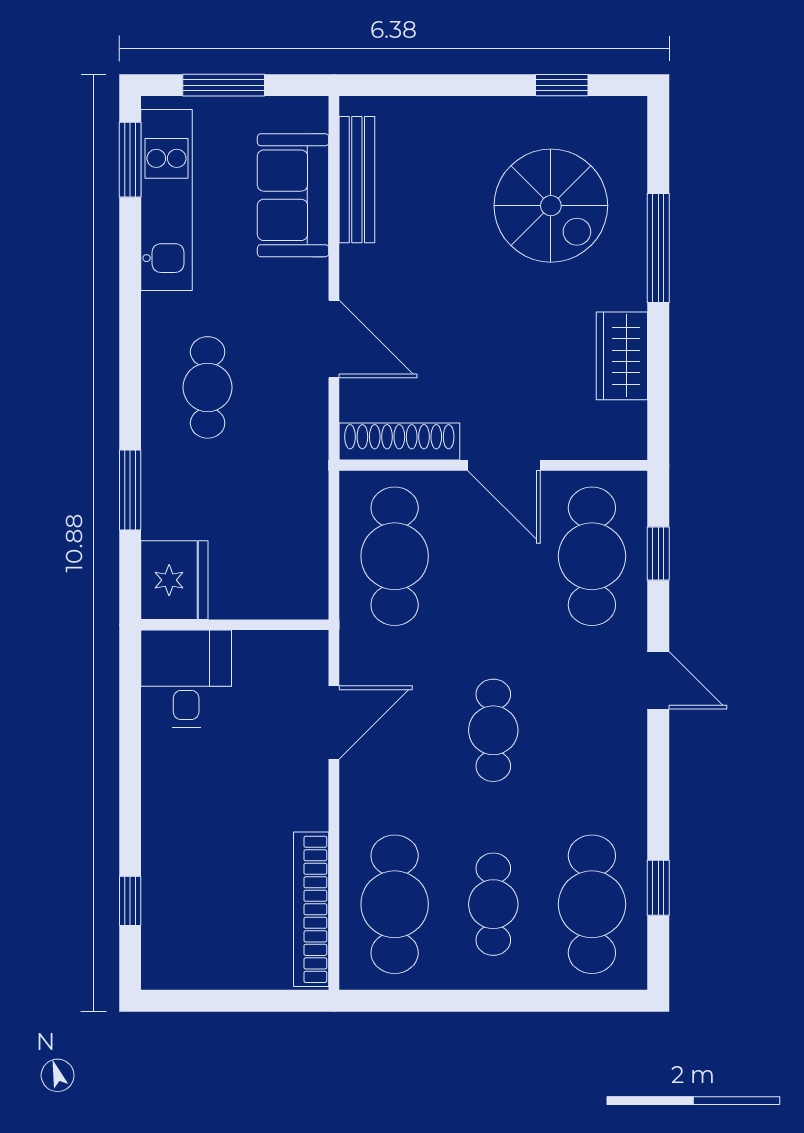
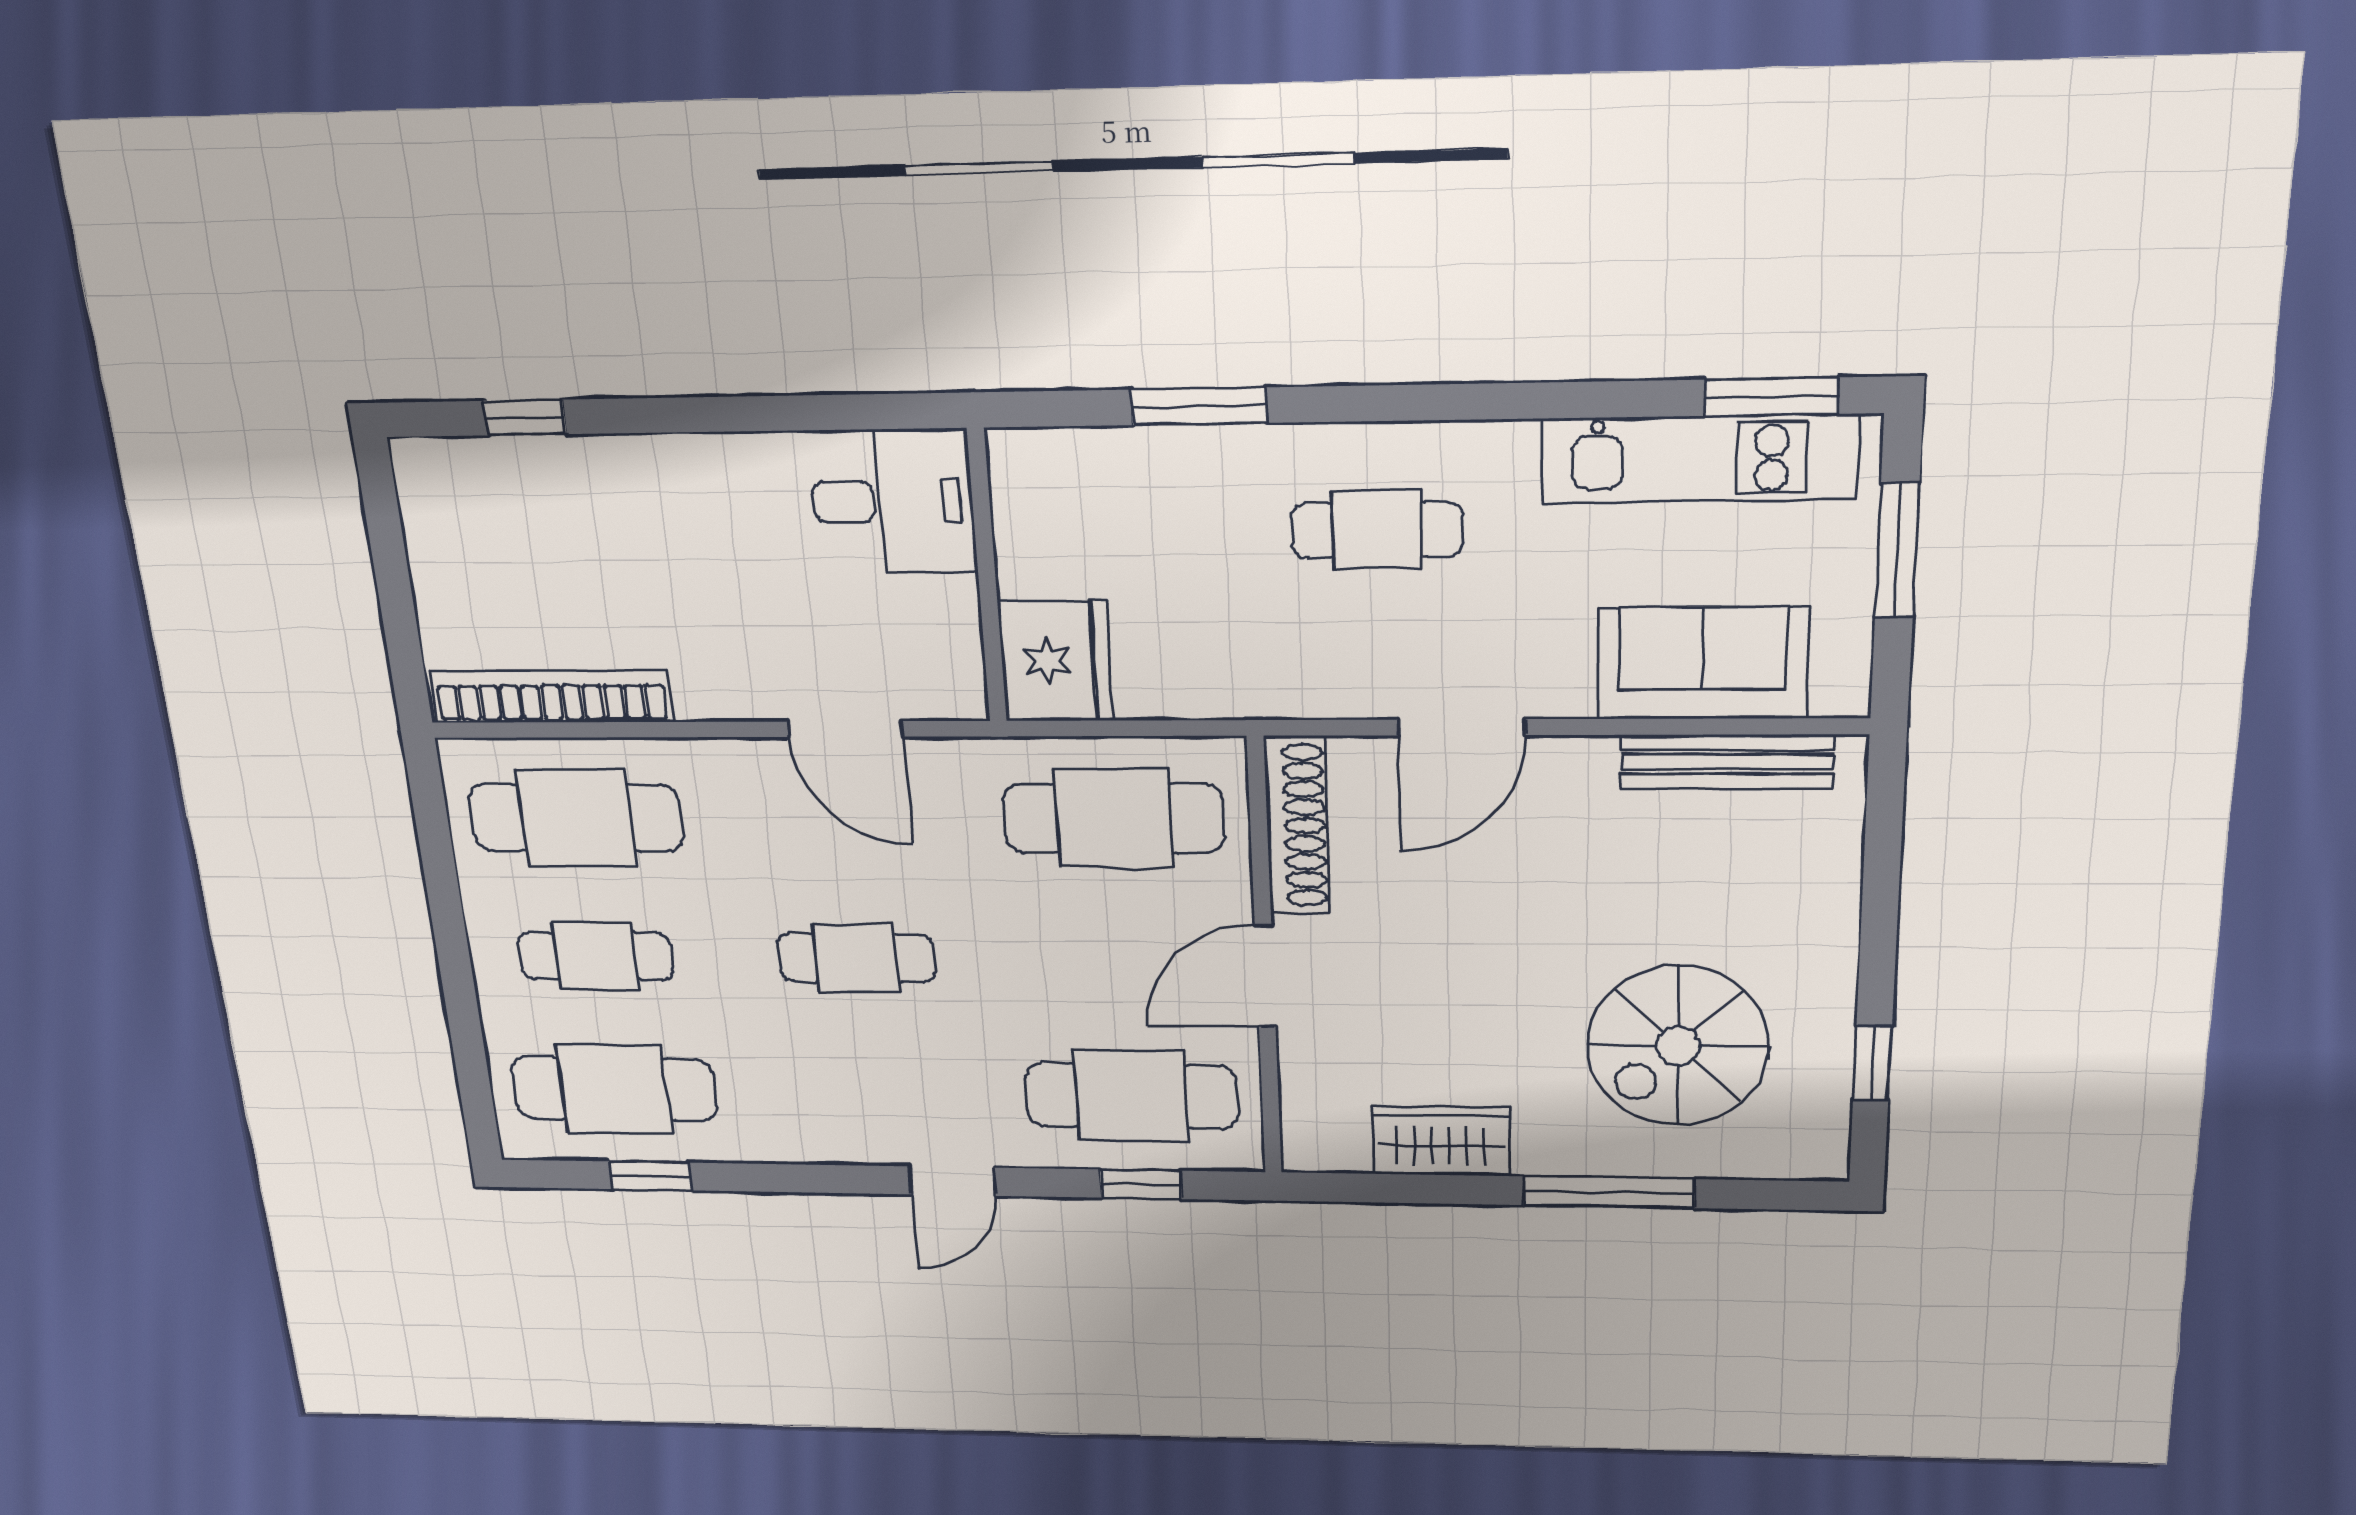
fridge: (174, 580) -> (1056, 661), moved, turned -90

